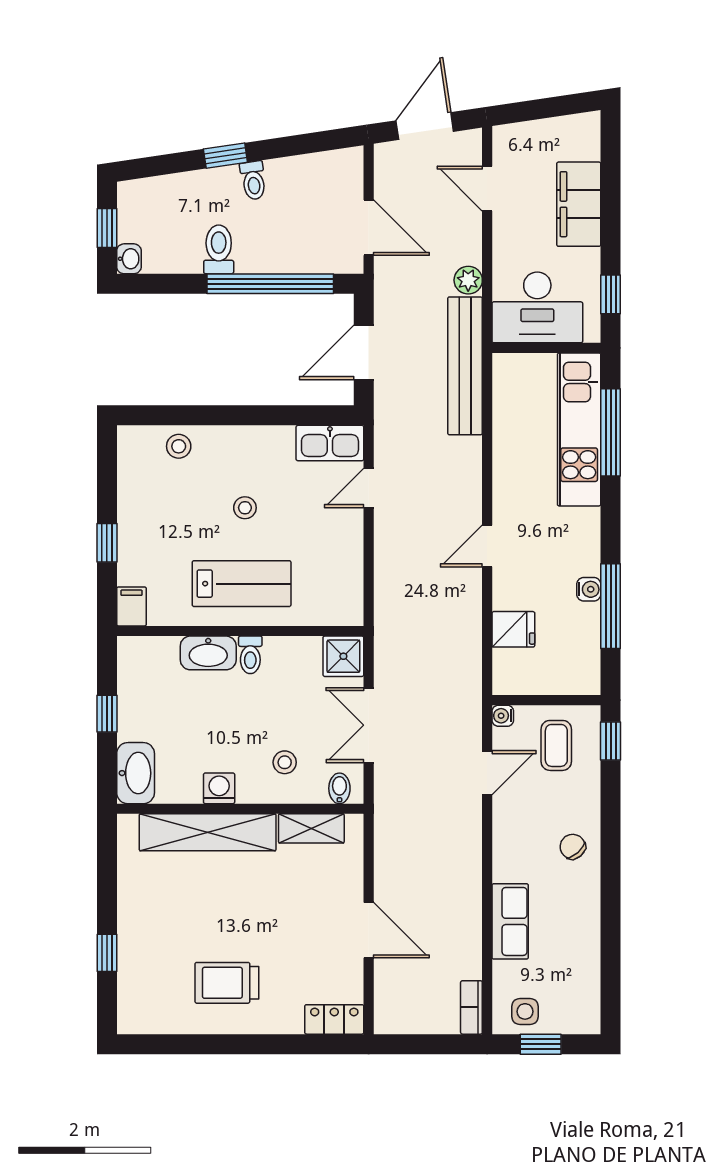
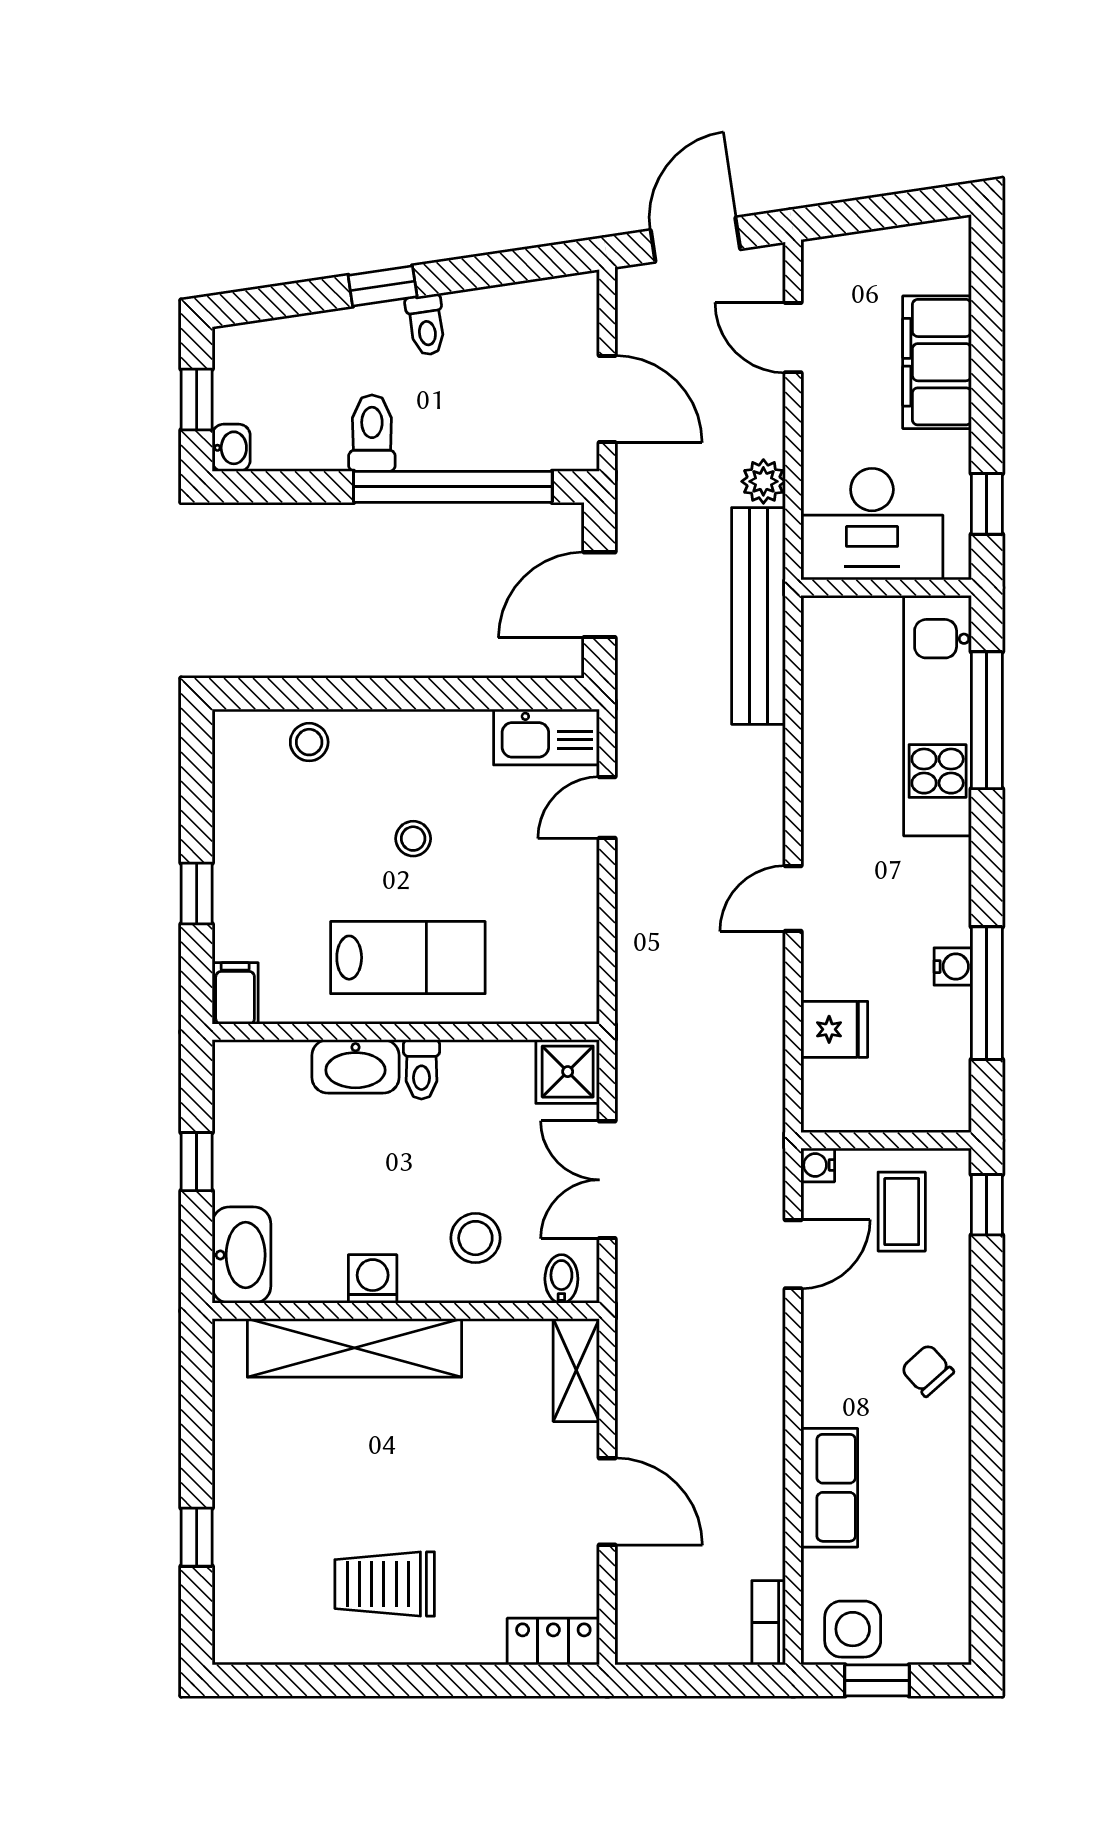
stool: (285, 762) -> (475, 1238), width x1.37, depth x1.37
shelving: (311, 828) -> (576, 1370), moved, turned 90
side table: (525, 1011) -> (853, 1629), width x1.37, depth x1.37

